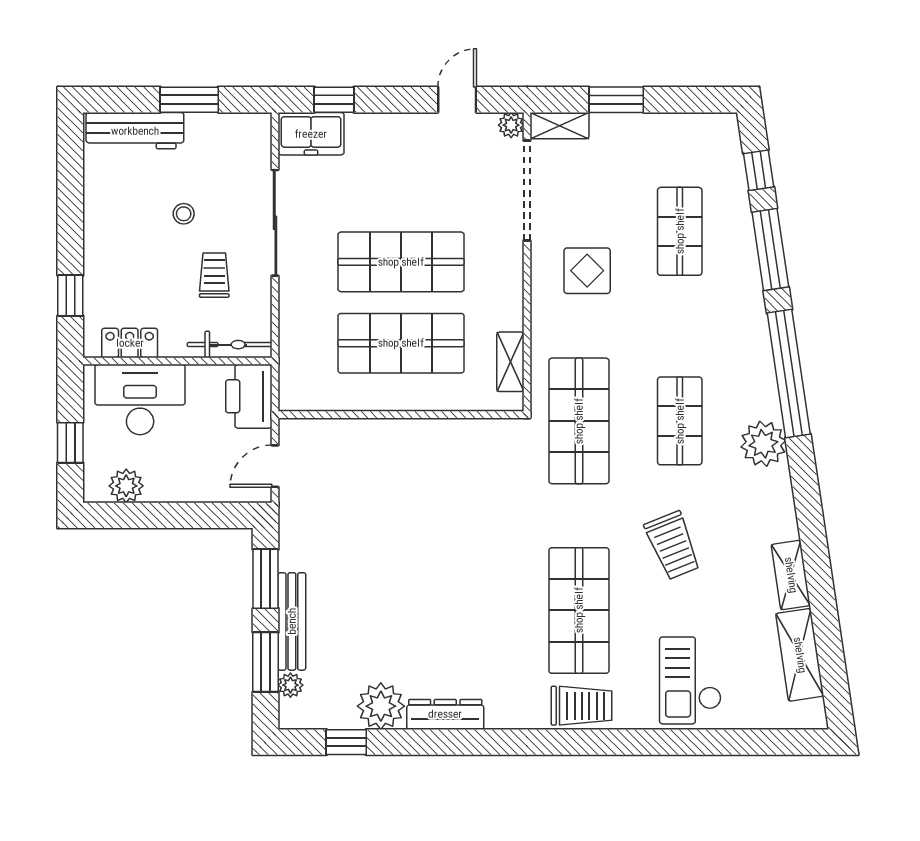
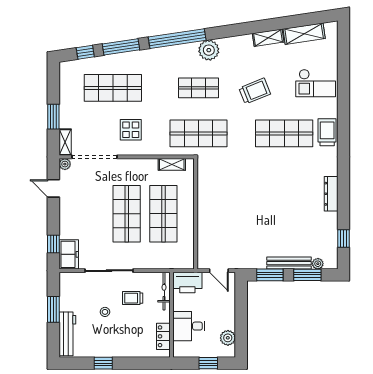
shop shelf: (680, 231) -> (113, 88), width x1.43, depth x1.36
window: (70, 296) -> (103, 363), moved
desk: (140, 400) -> (189, 326), width x0.73
plant: (381, 706) -> (327, 223), removed

